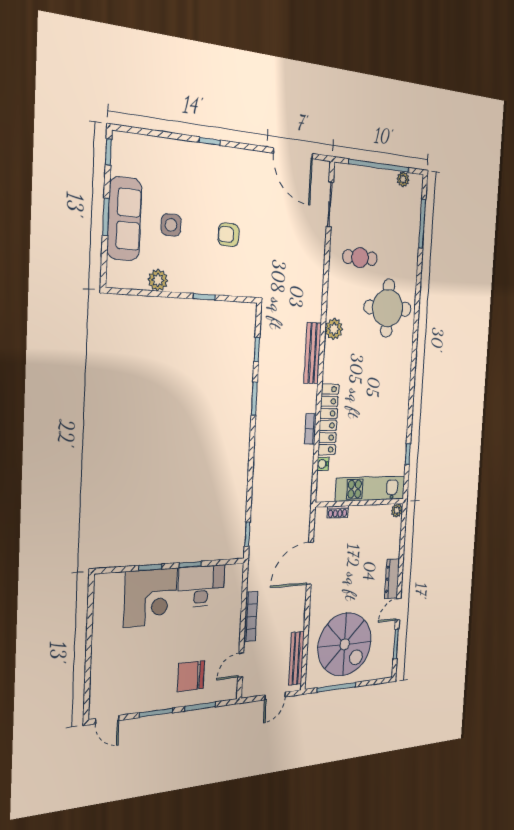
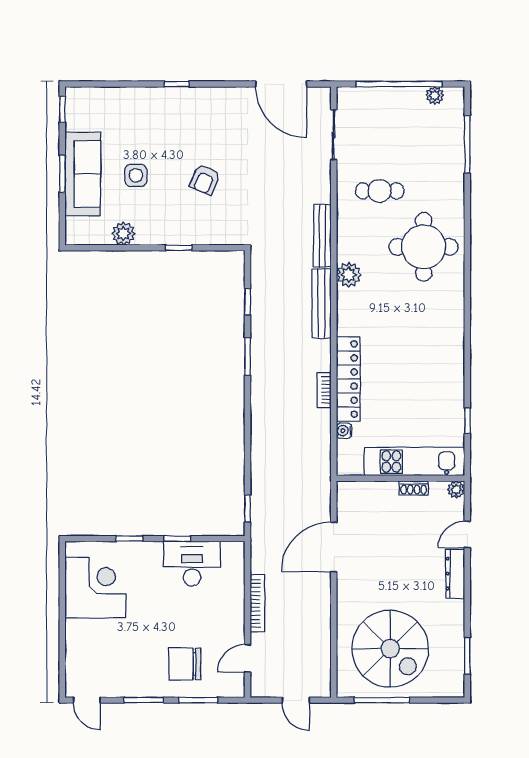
armchair: (229, 235) -> (205, 180), turned -67
shoe rack: (338, 512) -> (414, 488), moved
corner desk: (151, 597) -> (95, 588), moved, turned -90
door: (398, 609) -> (467, 534), moved
bench: (296, 658) -> (322, 236), moved
door: (275, 696) -> (296, 700), hinge flipped

